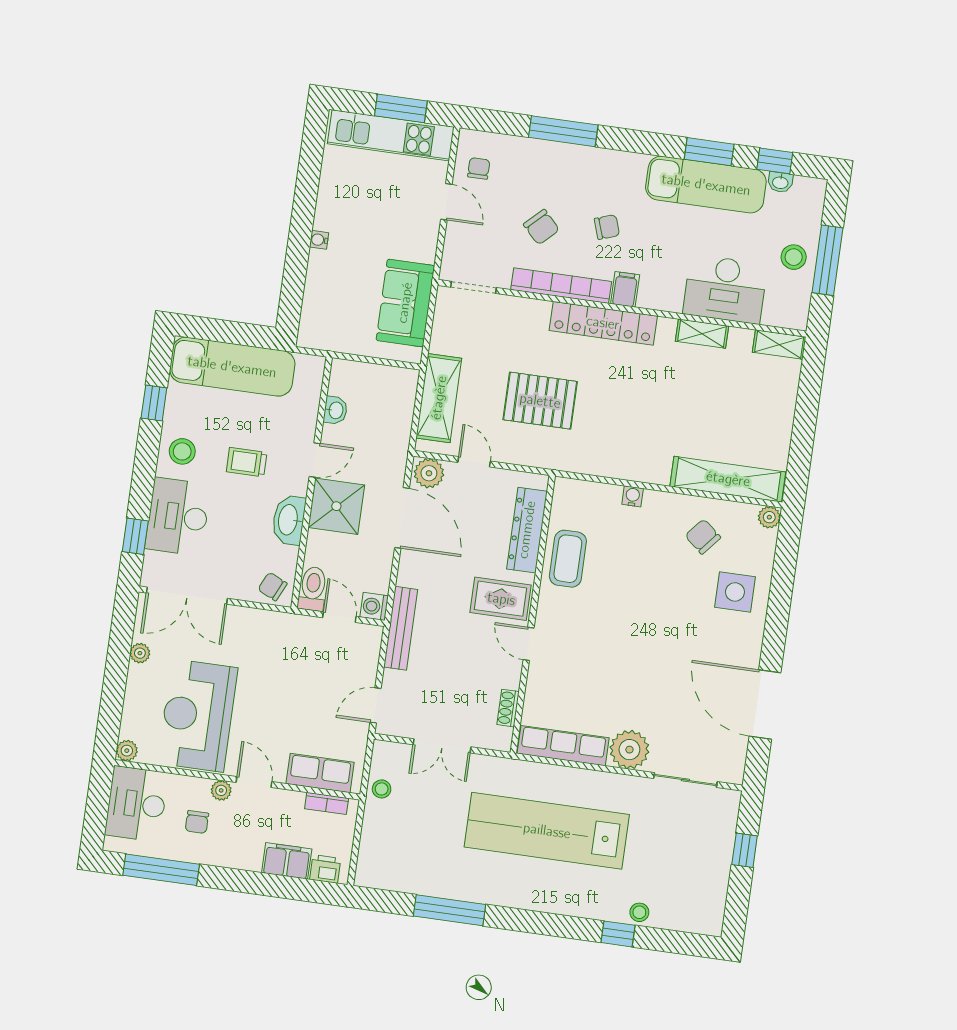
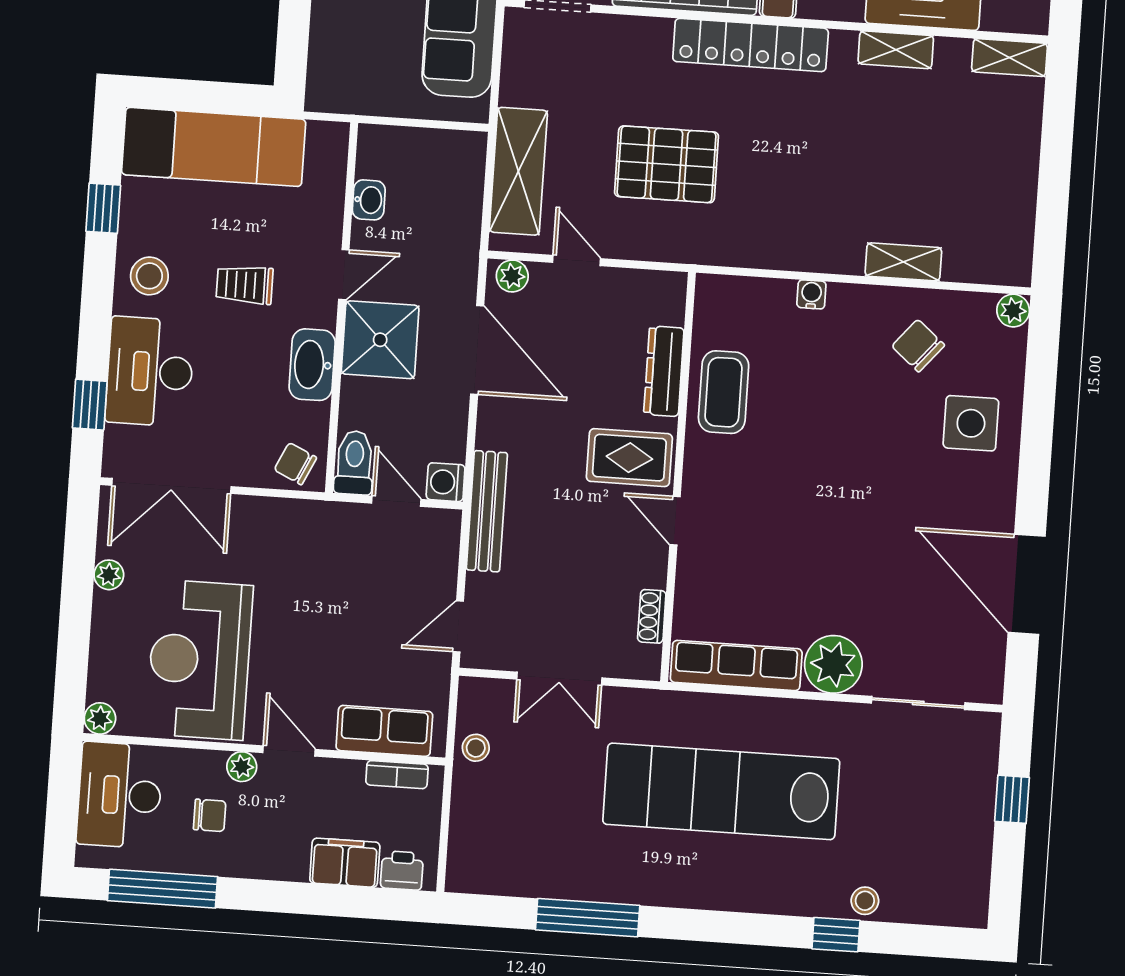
plant: (429, 473) -> (512, 276), width x0.73, depth x0.73
shelving: (728, 479) -> (903, 262), width x0.45, depth x0.75
dresser: (527, 530) -> (664, 371), width x0.73, depth x0.80
chair: (197, 822) -> (210, 815), turned -90

